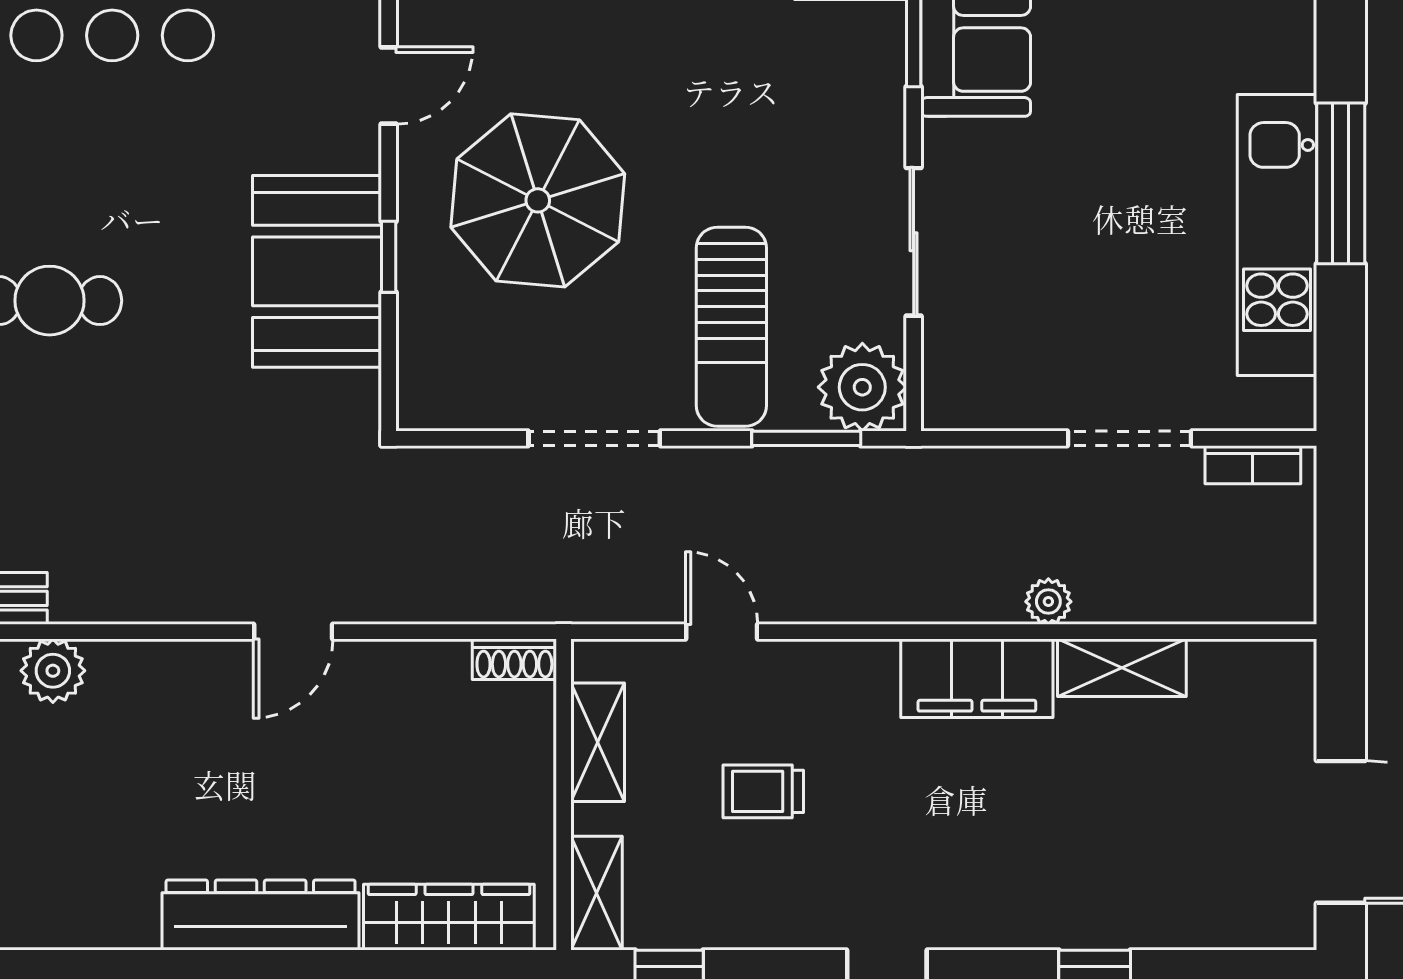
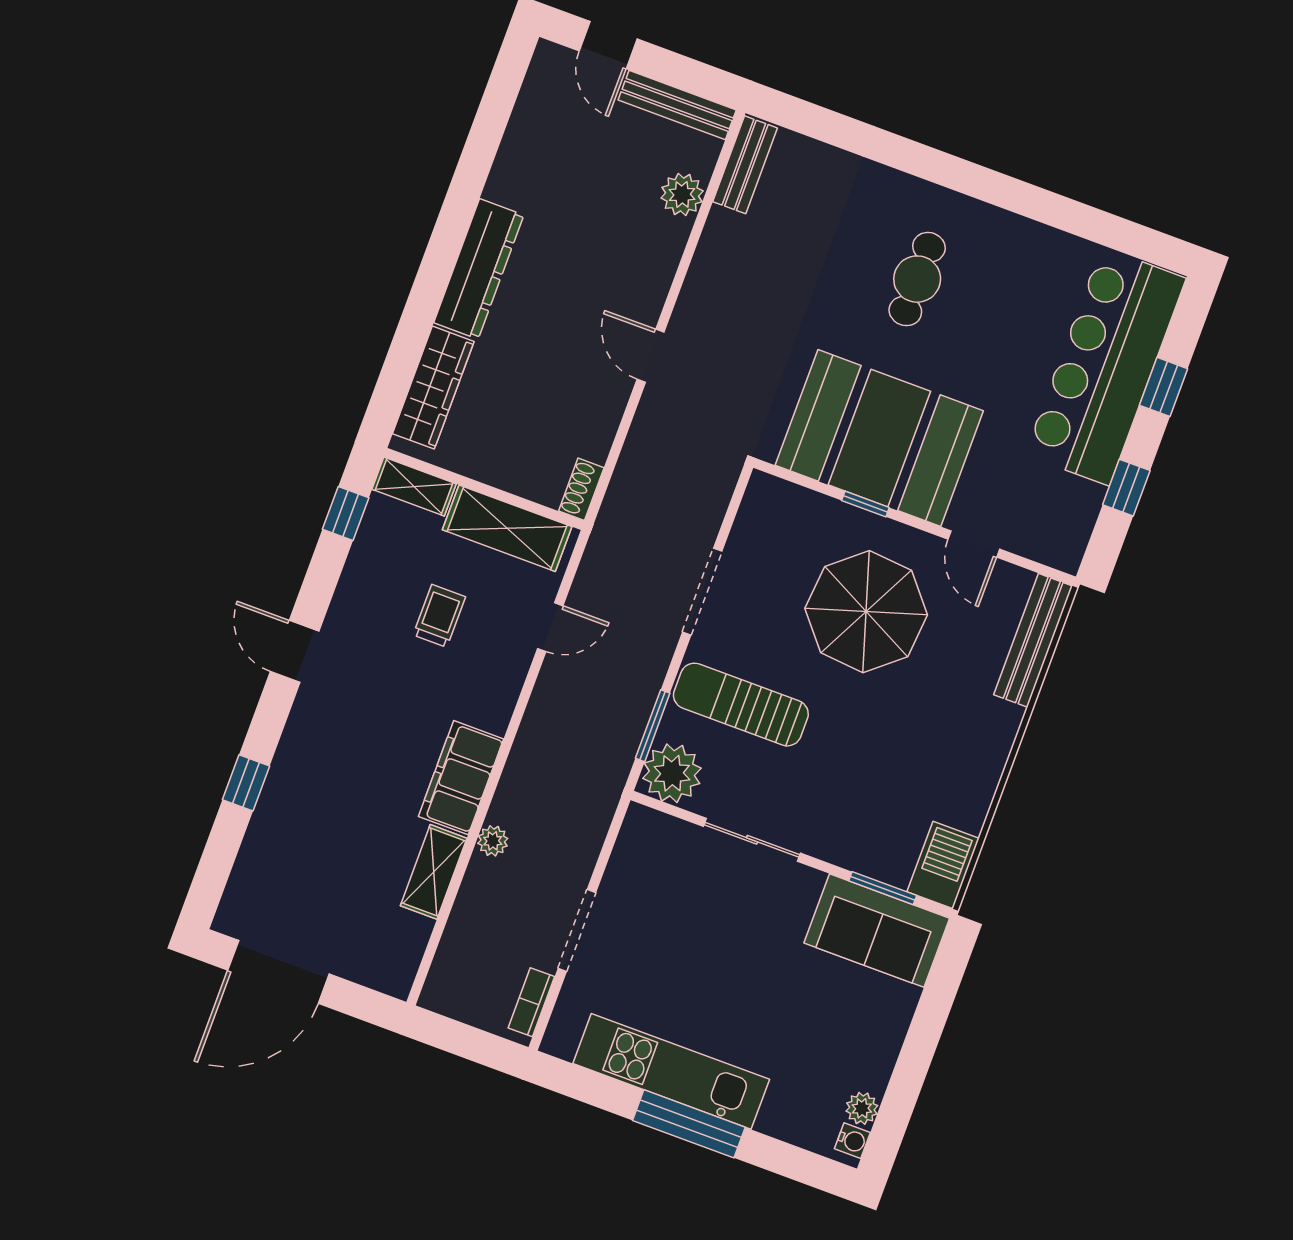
booth: (317, 271) -> (879, 438), width x1.36, depth x1.42
shelving: (598, 742) -> (507, 528), width x1.50, depth x1.33

